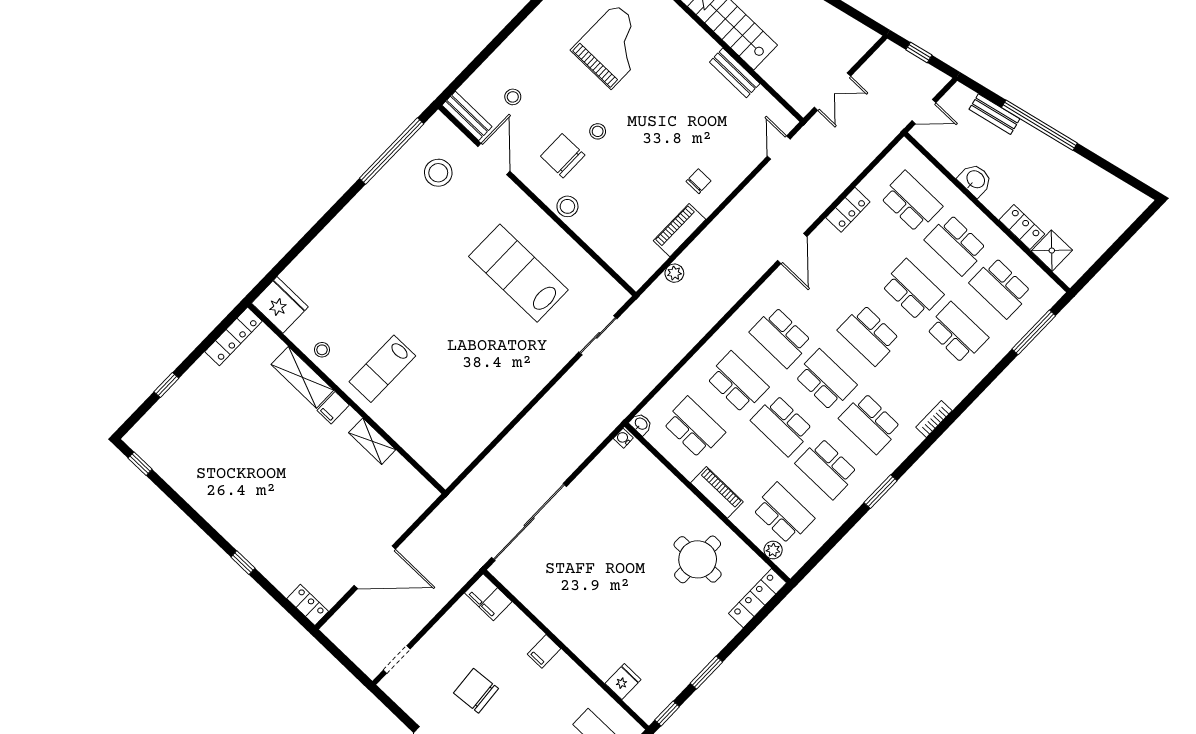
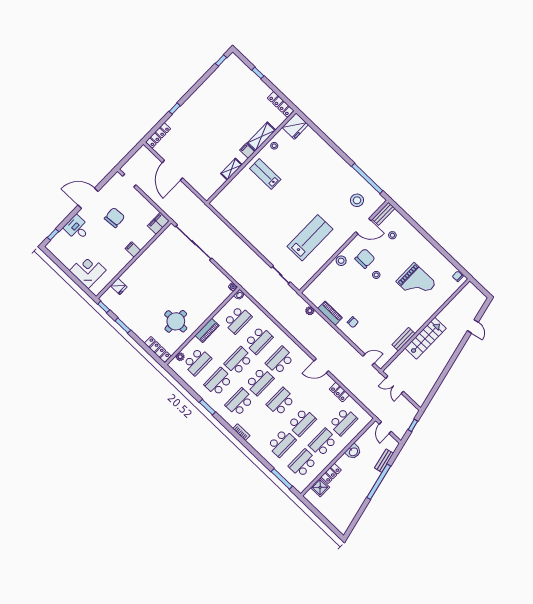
locker: (308, 605) -> (158, 135), width x1.53

